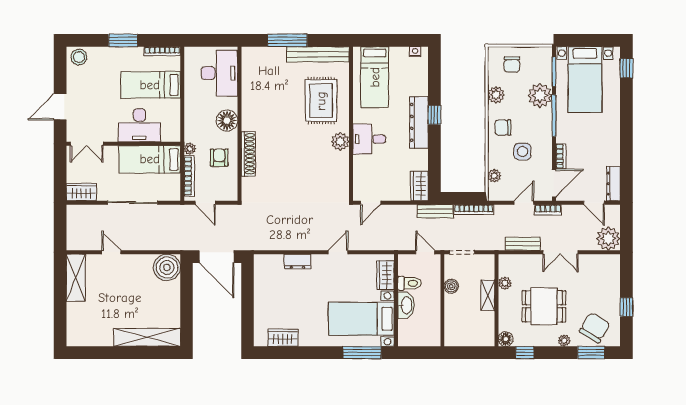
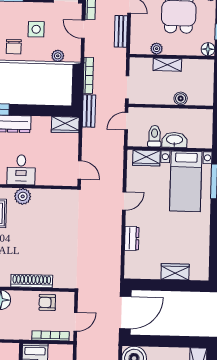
plant: (190, 149) -> (26, 335), removed
armchair: (219, 158) -> (47, 302), moved
door: (338, 252) -> (124, 201), swing flipped
boiler: (451, 286) -> (181, 98), moved
wardrobe: (283, 338) -> (175, 272), moved, turned 90

